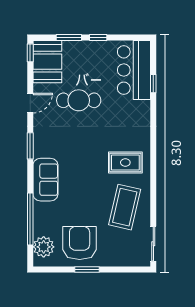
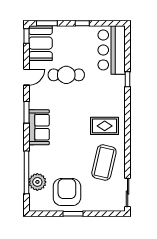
window: (69, 37) -> (47, 23), moved
window: (153, 84) -> (128, 79), moved
sofa: (45, 180) -> (39, 127), moved
plant: (44, 247) -> (37, 182), moved

